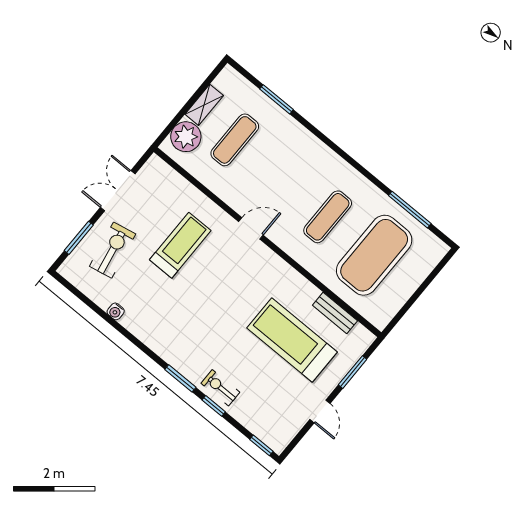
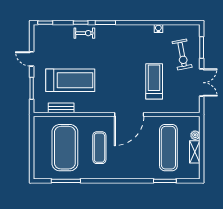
plant: (186, 137) -> (195, 135), width x0.53, depth x0.53
exercise mat: (235, 140) -> (168, 148), width x1.36, depth x1.45
door: (251, 228) -> (129, 114), width x1.88
treadmill: (180, 245) -> (154, 81), turned 180

